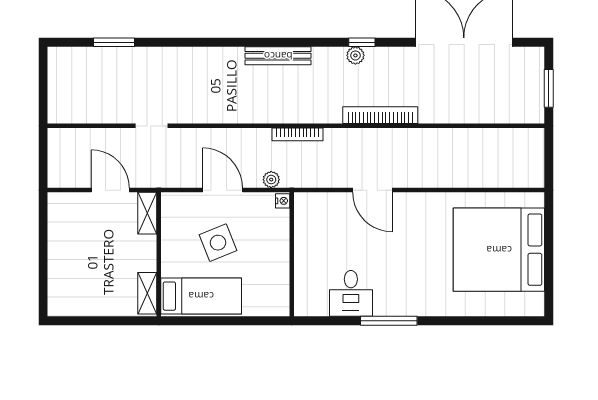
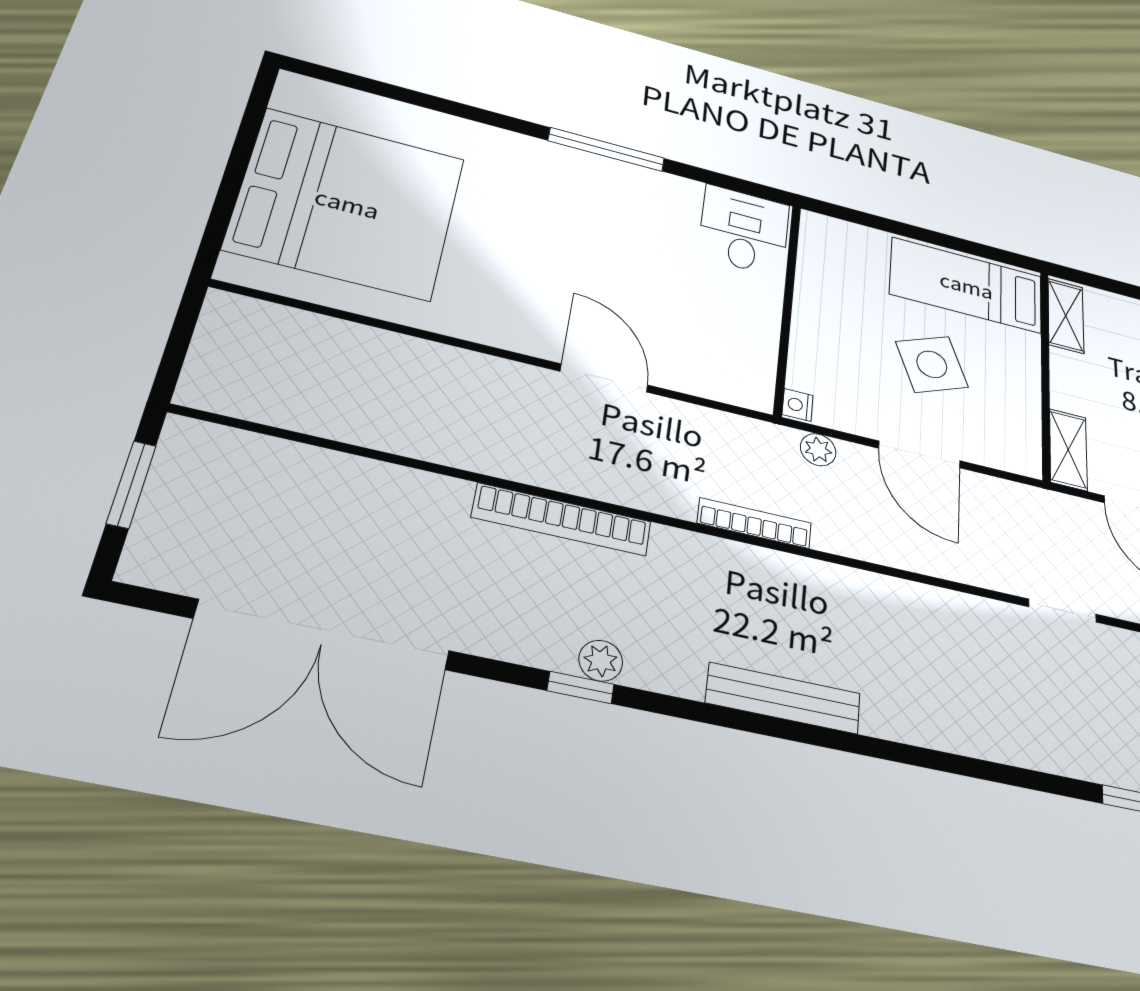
desk: (351, 293) -> (744, 231), moved

